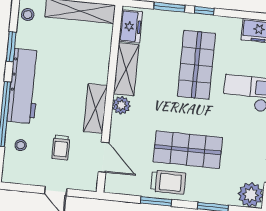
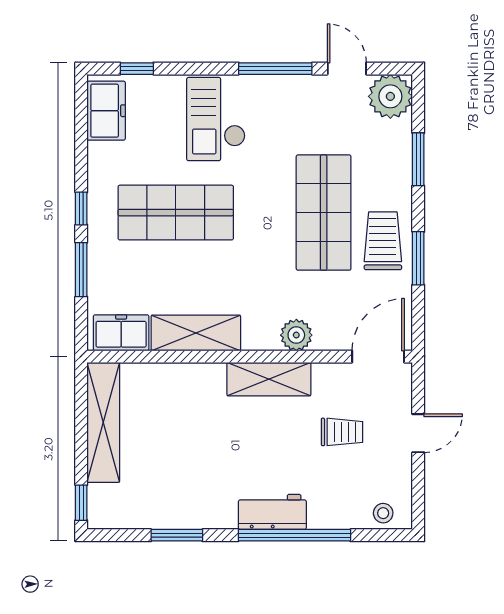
stool: (28, 14) -> (119, 512), removed
workbench: (24, 86) -> (272, 512), width x0.53, depth x0.76
plant: (121, 105) -> (296, 335), moved
stool: (21, 145) -> (383, 513), moved
door: (104, 157) -> (378, 357), moved

